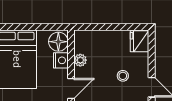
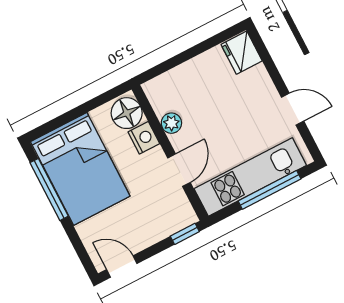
stool: (123, 76) -> (243, 114), removed

